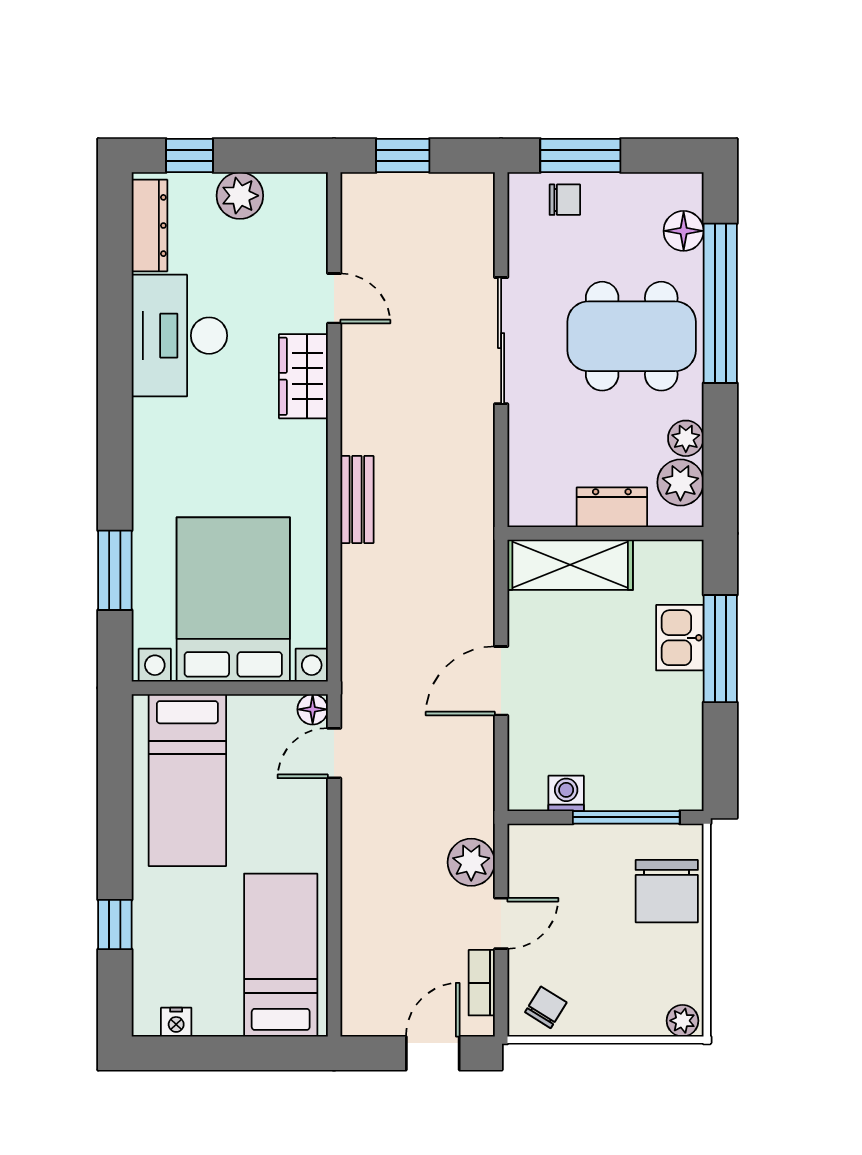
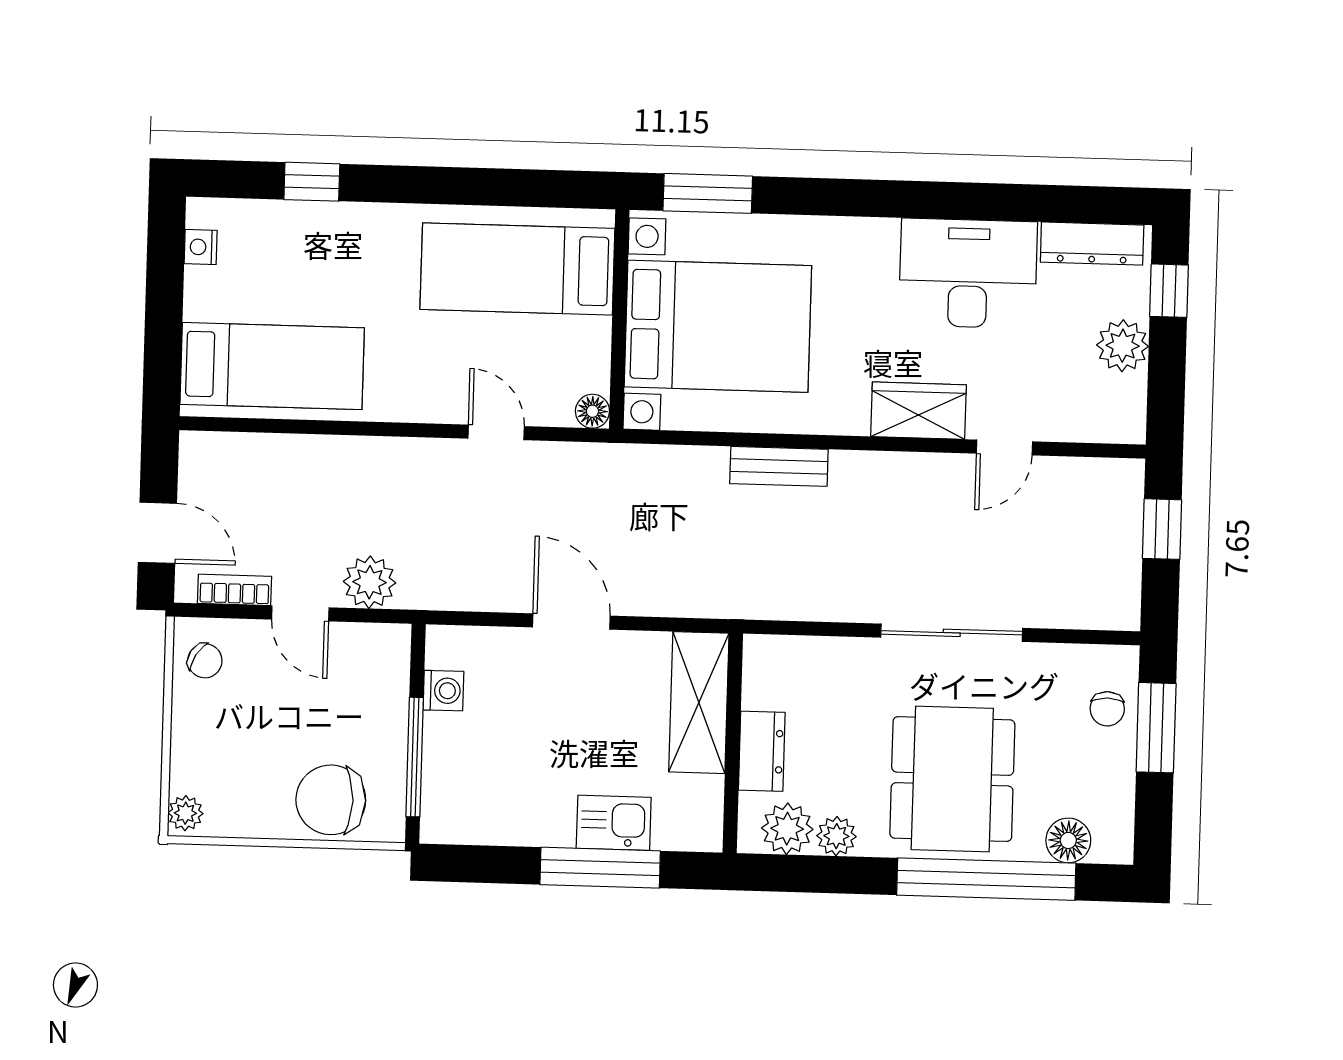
bed with nightstands: (233, 599) -> (718, 326), moved
wall: (230, 688) -> (619, 319), moved
floor lamp: (313, 709) -> (592, 411), moved
bed: (187, 780) -> (517, 269), moved

